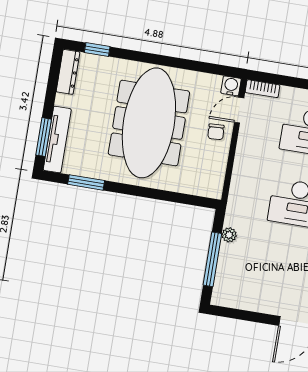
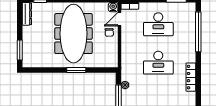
tv unit: (57, 140) -> (27, 50), removed
window: (86, 182) -> (76, 70), moved

